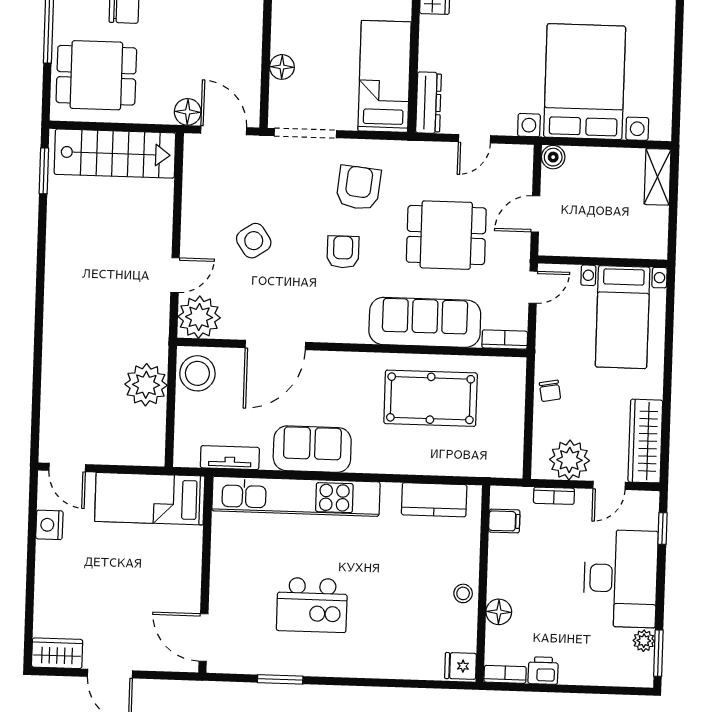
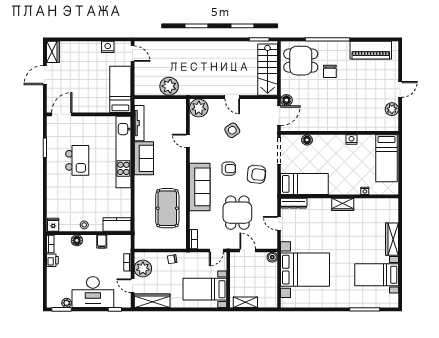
dining table: (96, 75) -> (301, 61), turned 90
shelving: (658, 177) -> (245, 302), moved
door: (175, 275) -> (232, 97), moved
door: (533, 287) -> (216, 250), hinge flipped
sofa: (425, 322) -> (200, 187), moved
door: (275, 345) -> (188, 141), width x0.53
stool: (197, 373) -> (175, 108), removed
tv unit: (230, 458) -> (139, 123), width x1.41
door: (67, 467) -> (133, 54), swing flipped
kitchen counter: (434, 500) -> (117, 225), moved, turned 90
filing cabinet: (504, 521) -> (102, 241), moved
kitchen island: (312, 605) -> (77, 160), turned 180

